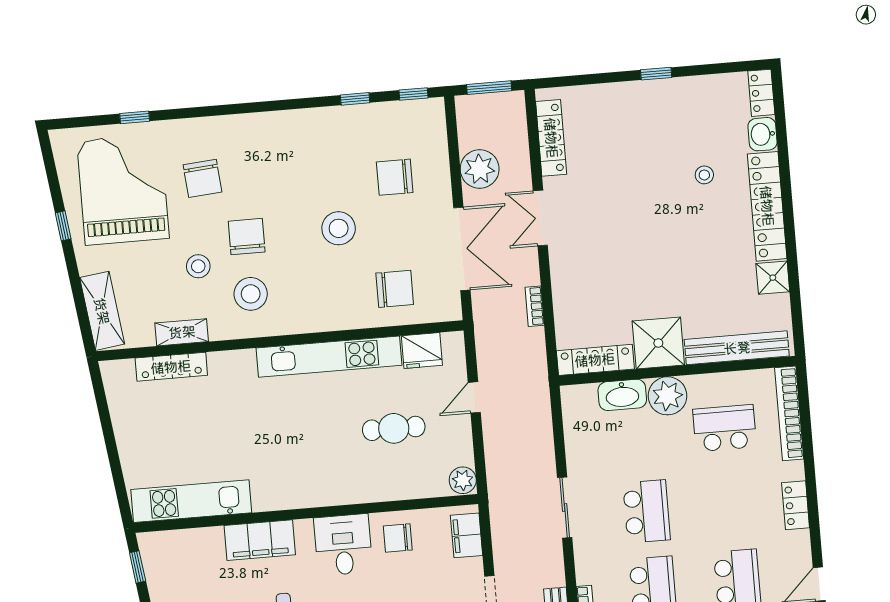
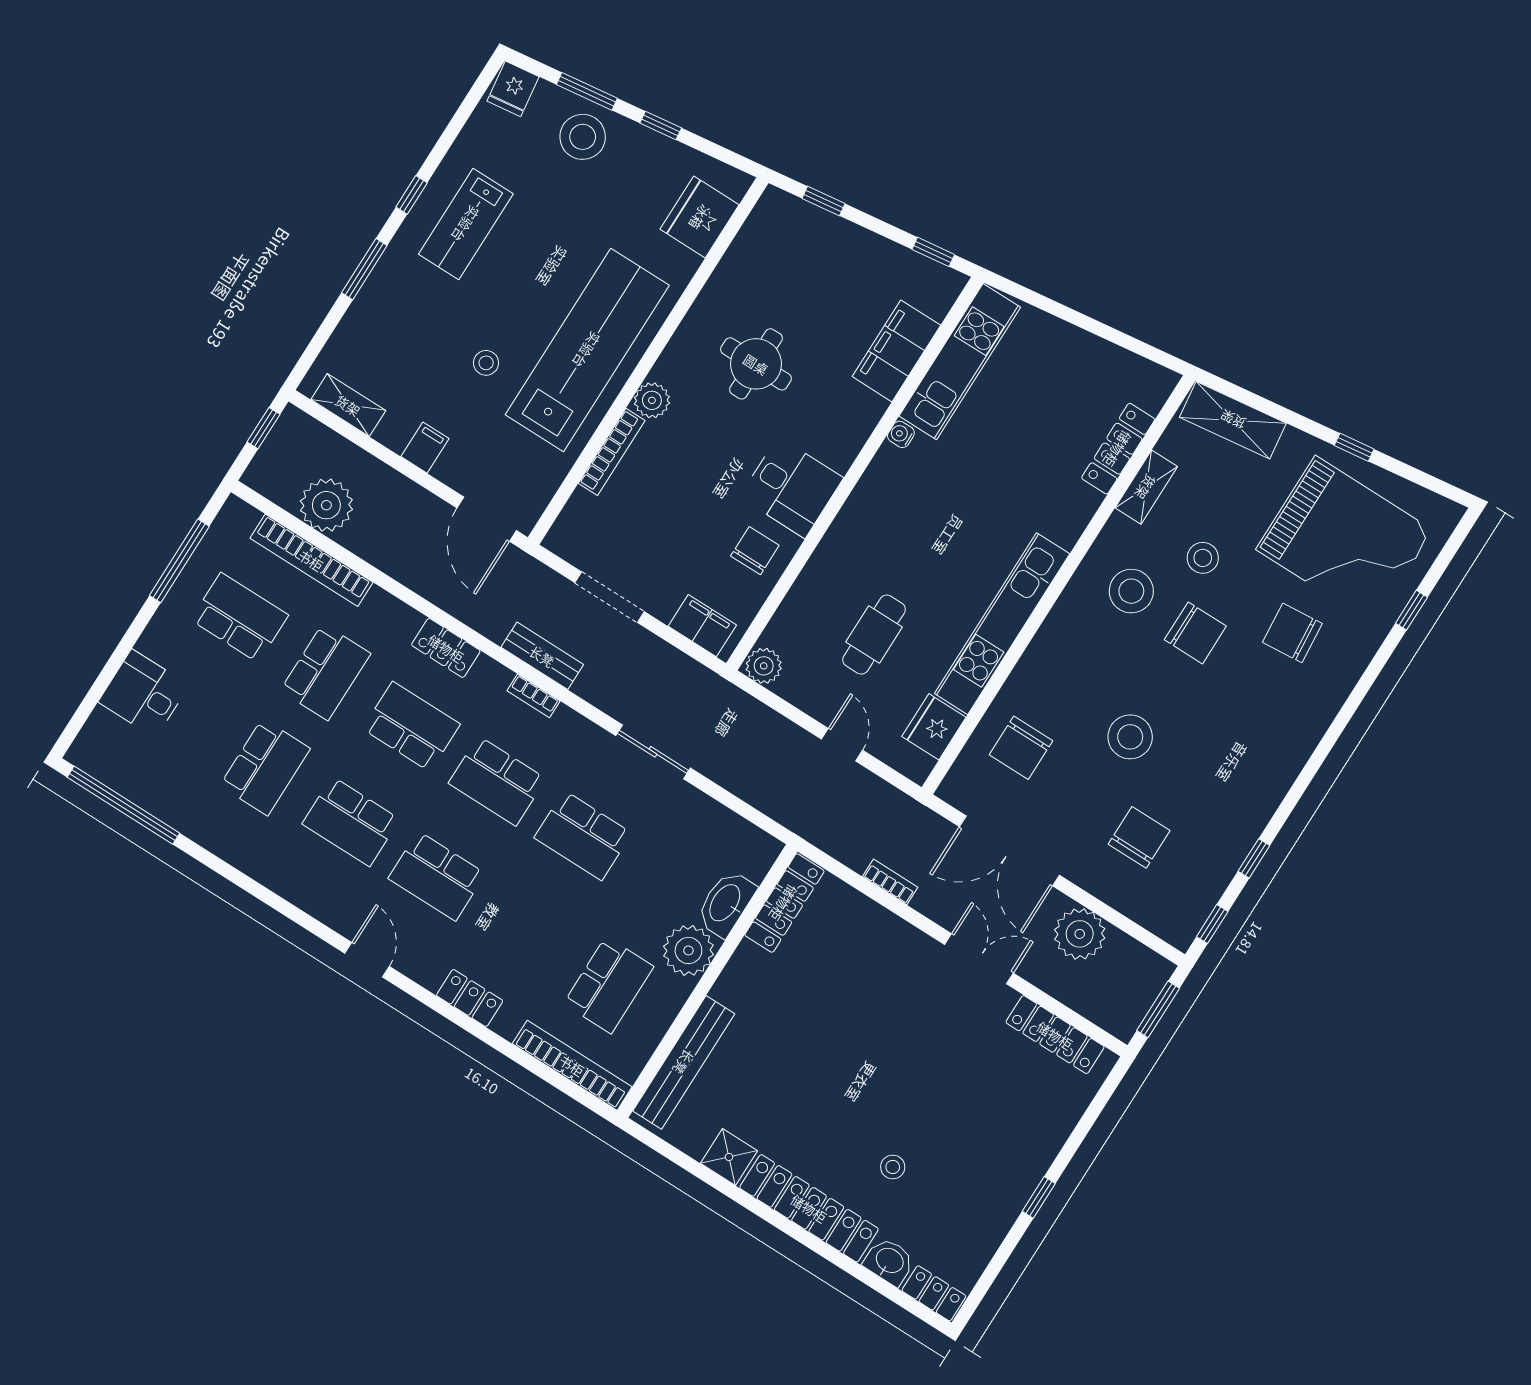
shower: (658, 343) -> (752, 983), removed
water cooler: (262, 503) -> (901, 434), added
filing cabinet: (260, 540) -> (896, 351), moved

